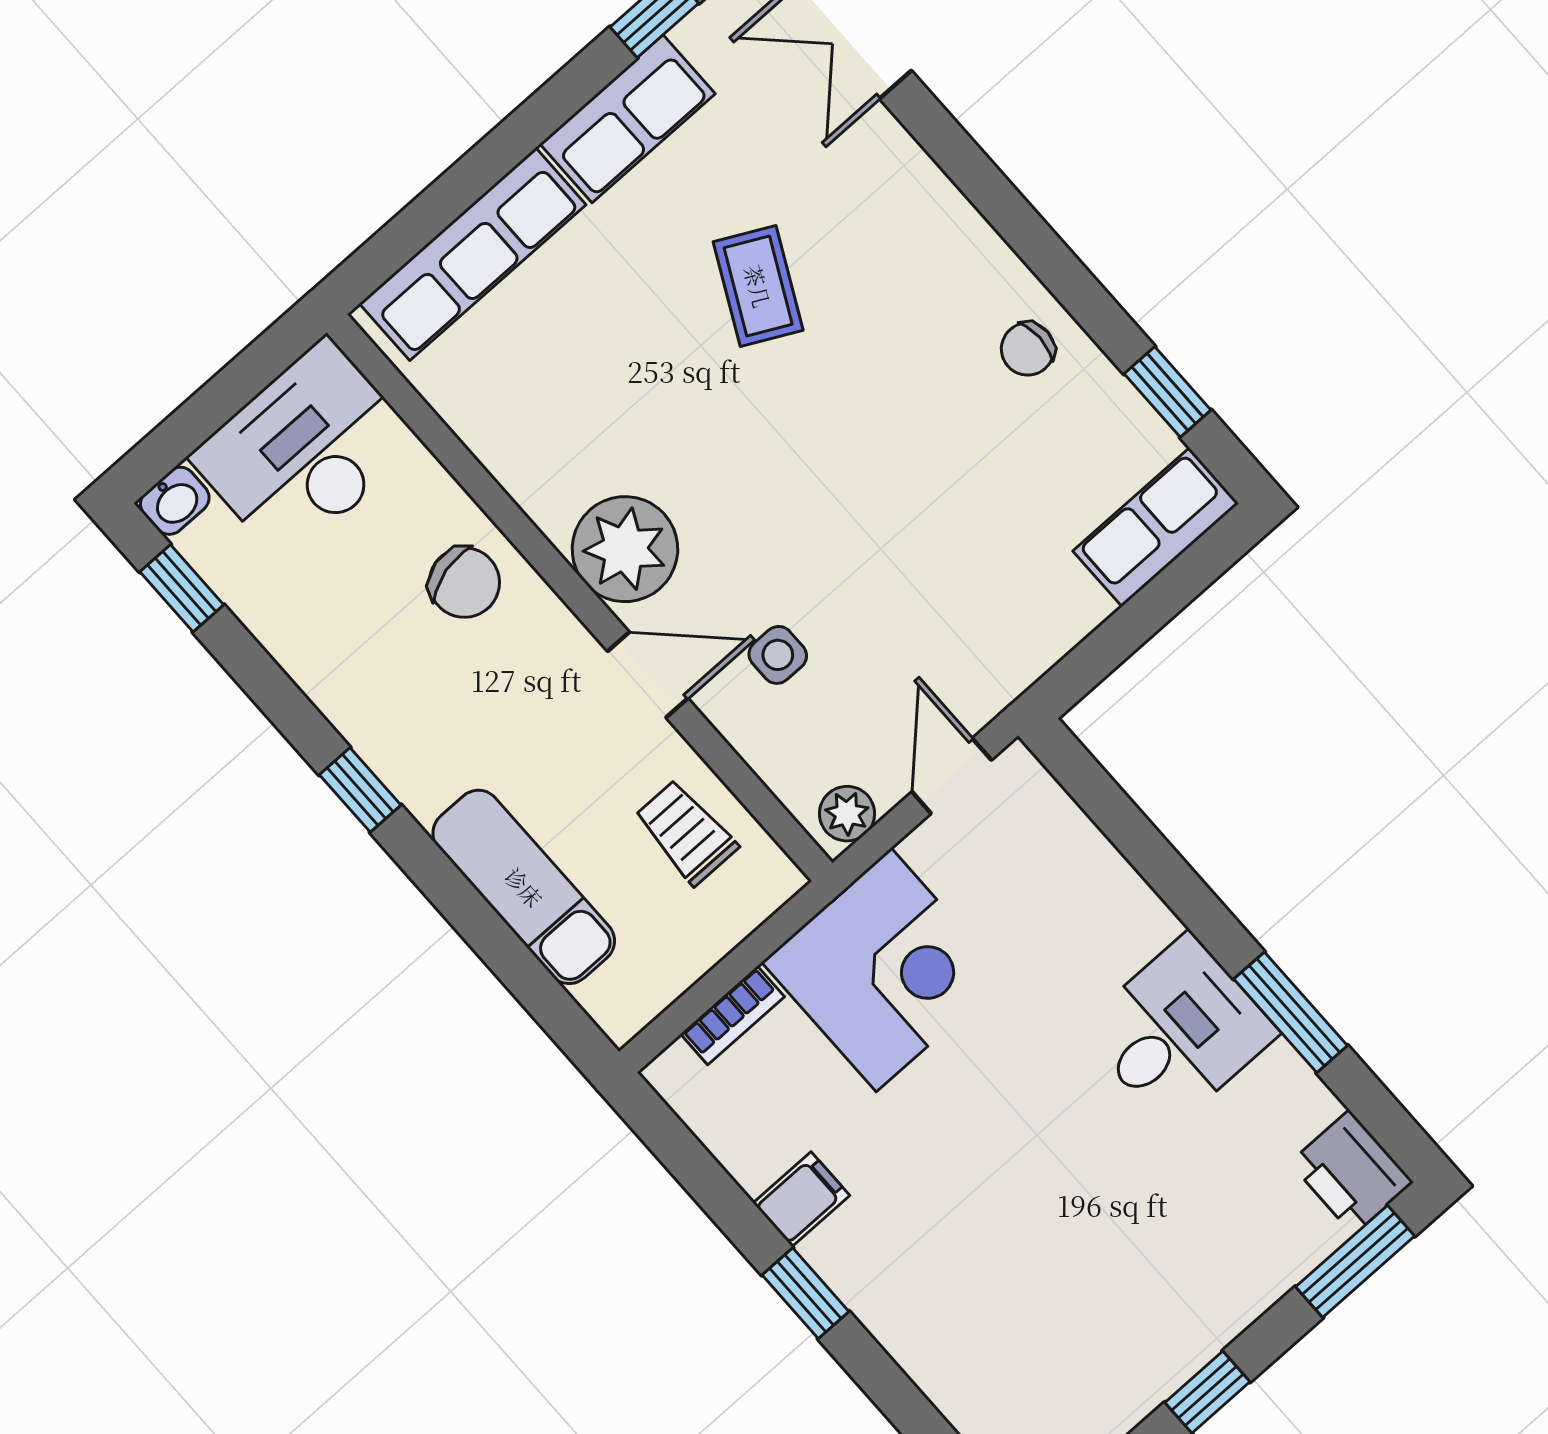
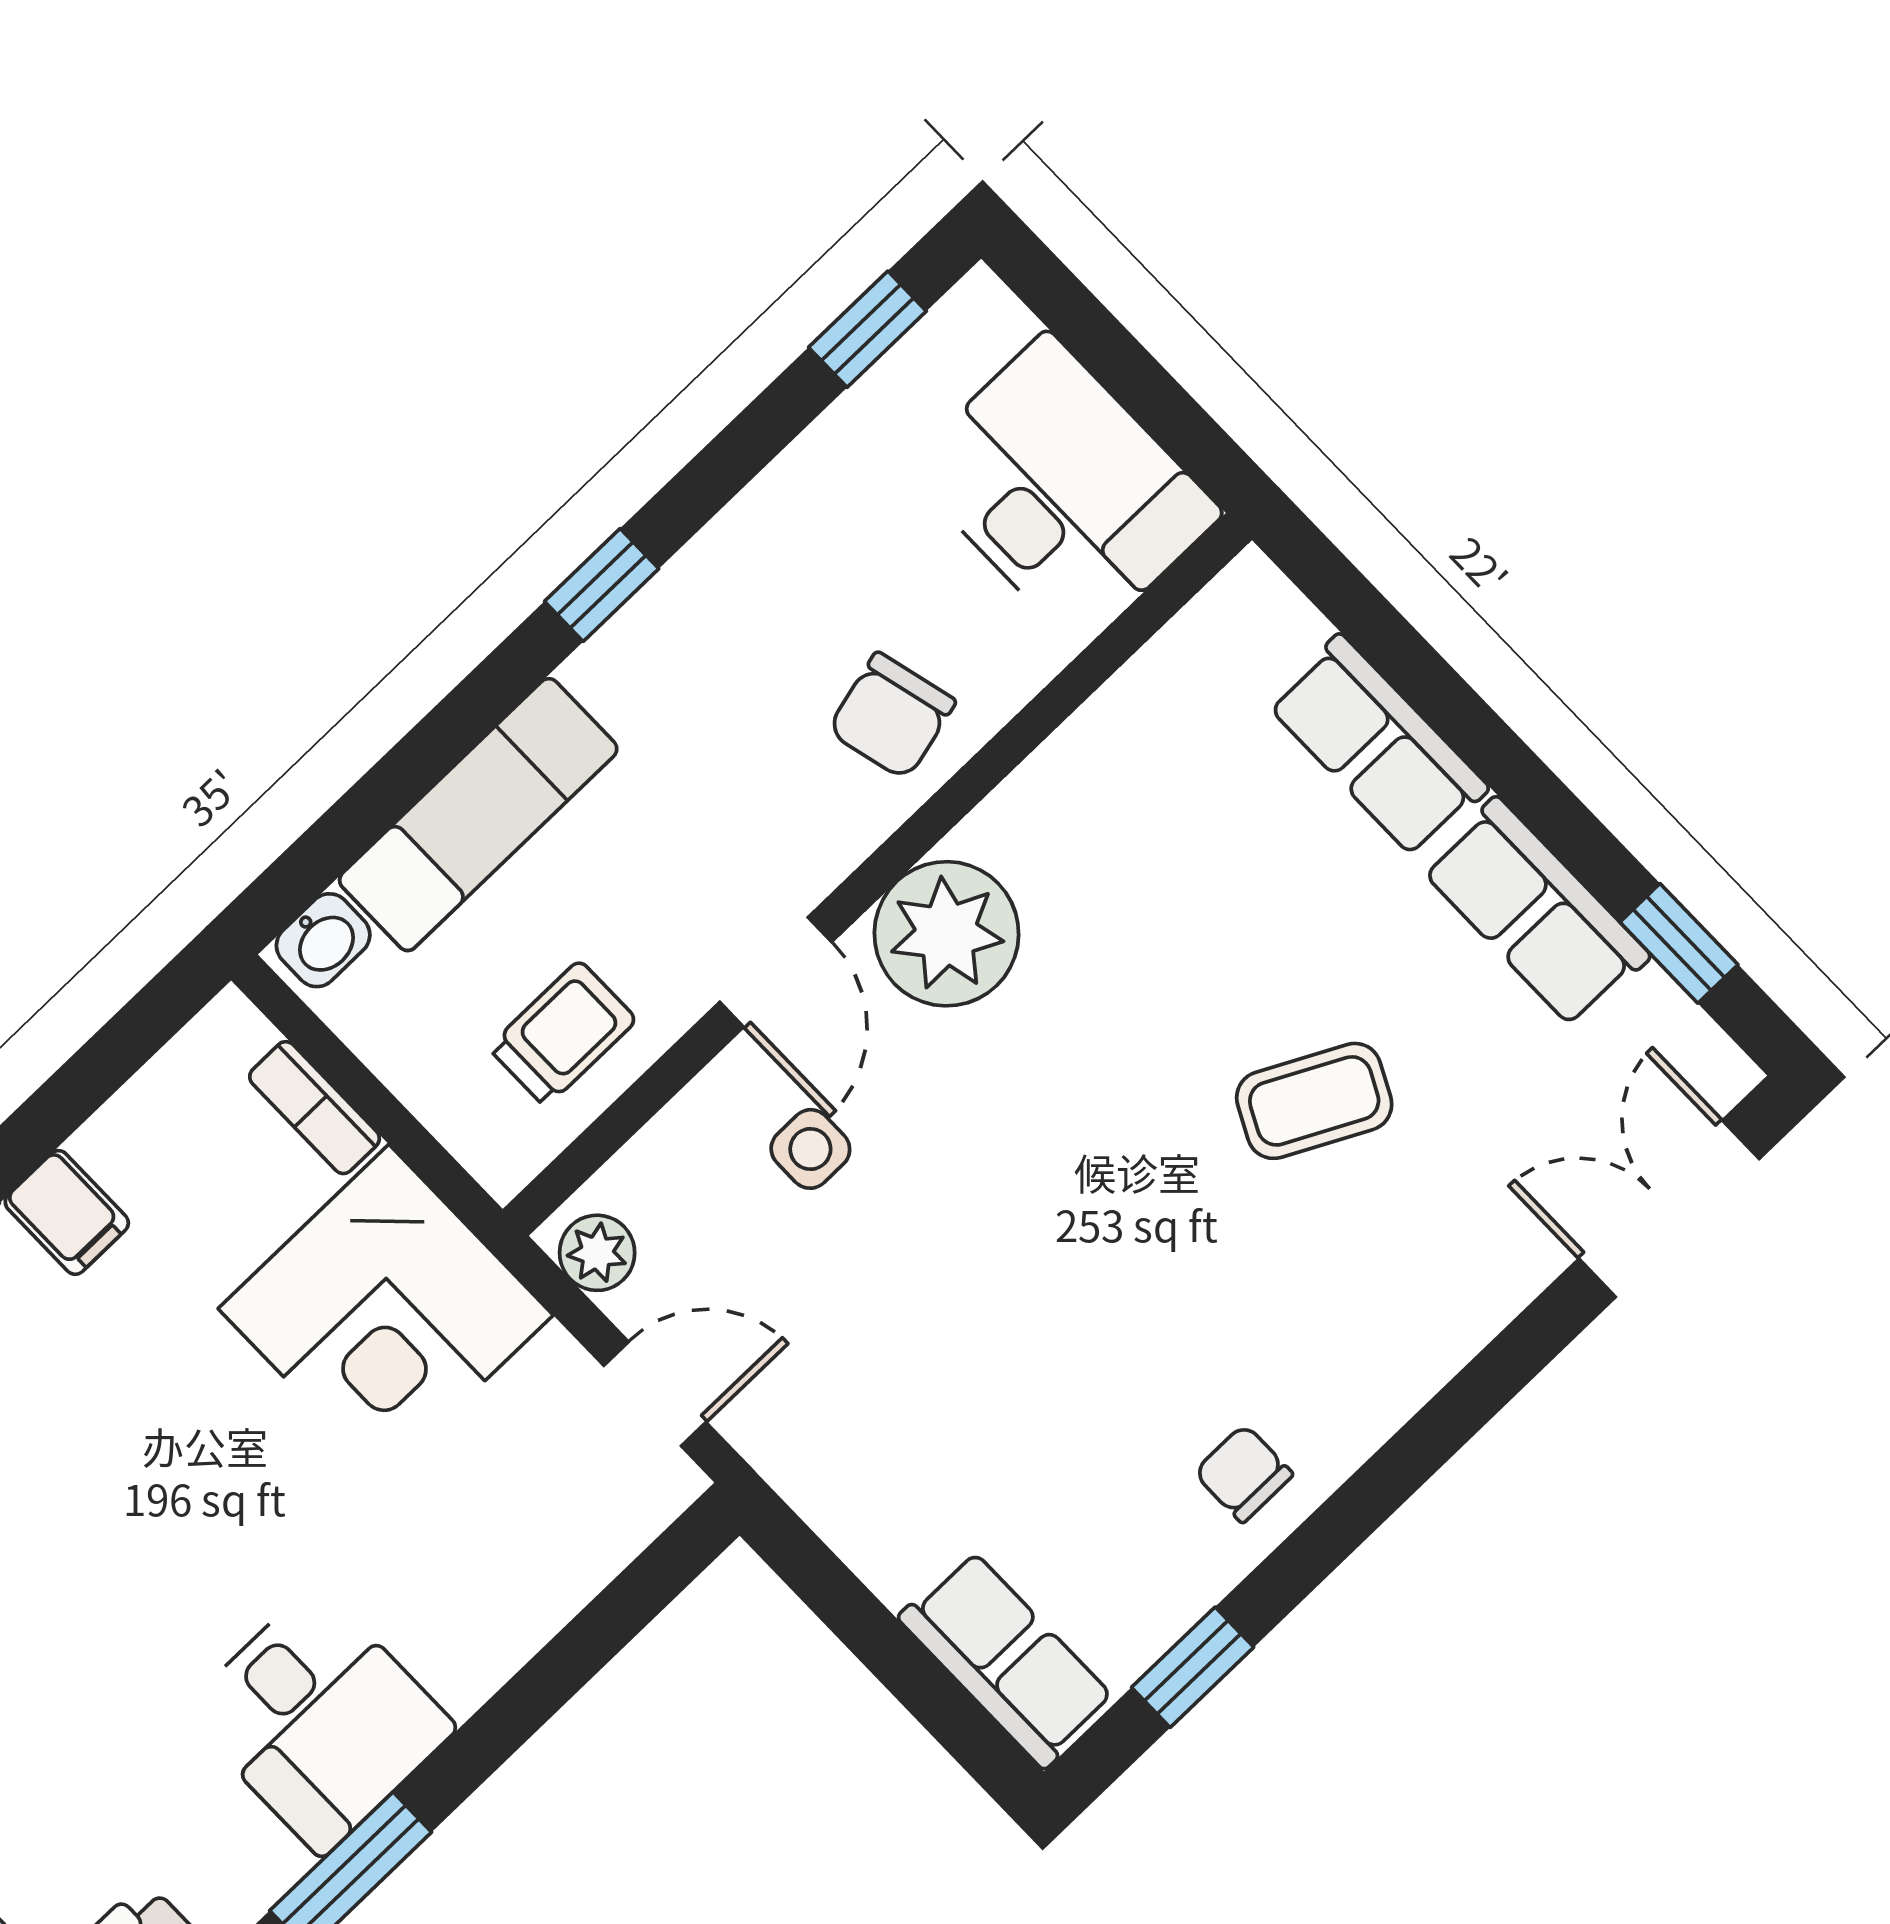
row of seats: (473, 254) -> (1378, 746), width x0.68
washbasin: (175, 501) -> (323, 940), moved, turned -90

